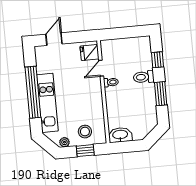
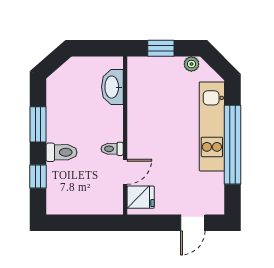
stool: (85, 132) -> (159, 77), removed
washbasin: (120, 135) -> (112, 87), moved, turned 90

